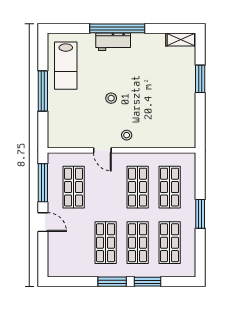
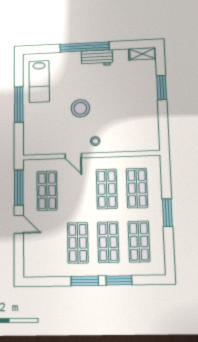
workbench: (113, 42) -> (97, 58), moved
stool: (111, 98) -> (80, 108), width x1.89, depth x1.89

